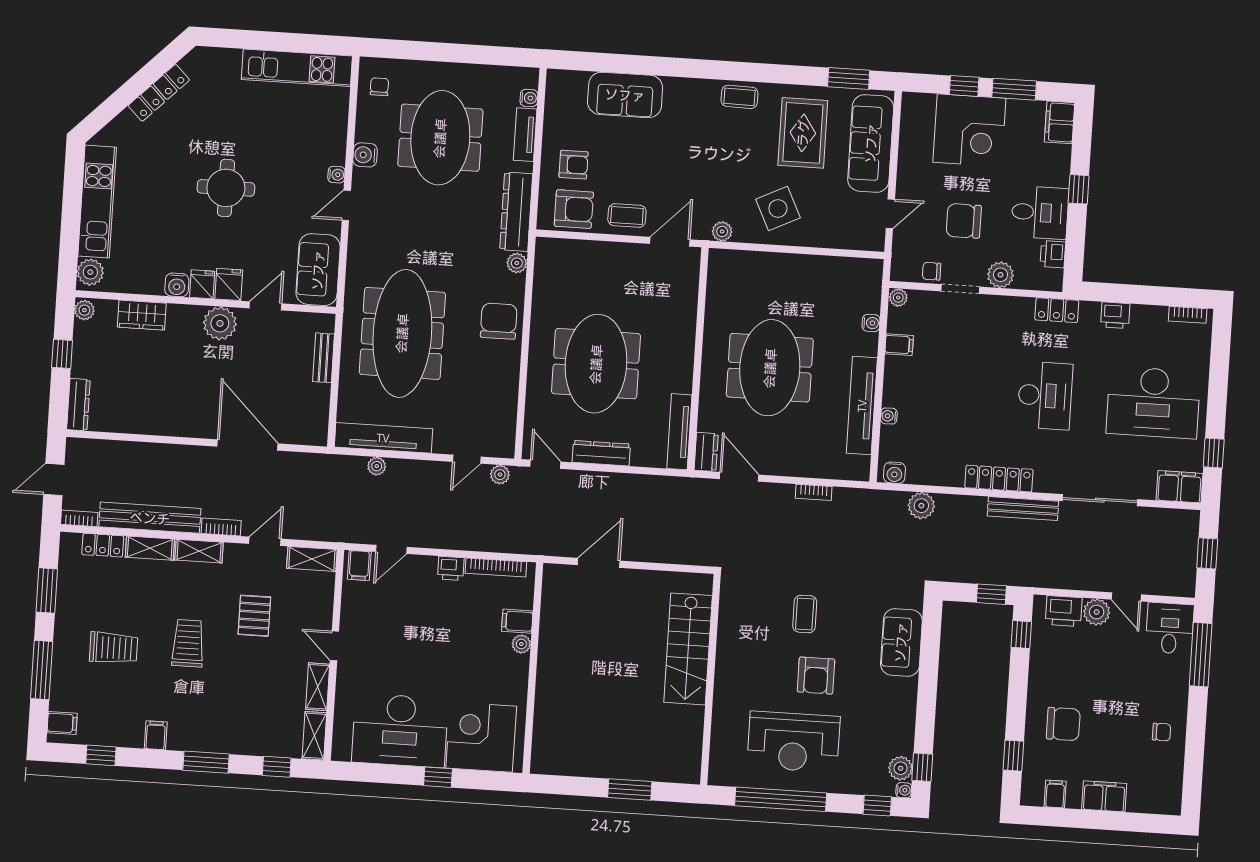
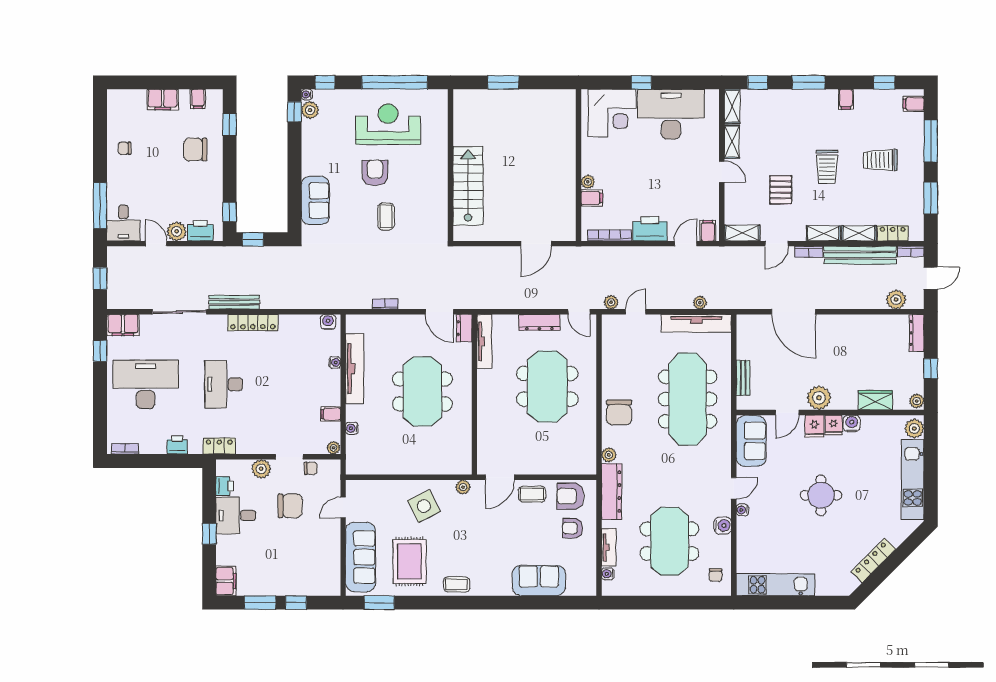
corner desk: (969, 130) -> (290, 571), removed
plant: (921, 506) -> (896, 300), moved
printer: (451, 568) -> (650, 229), width x1.87, depth x1.48

